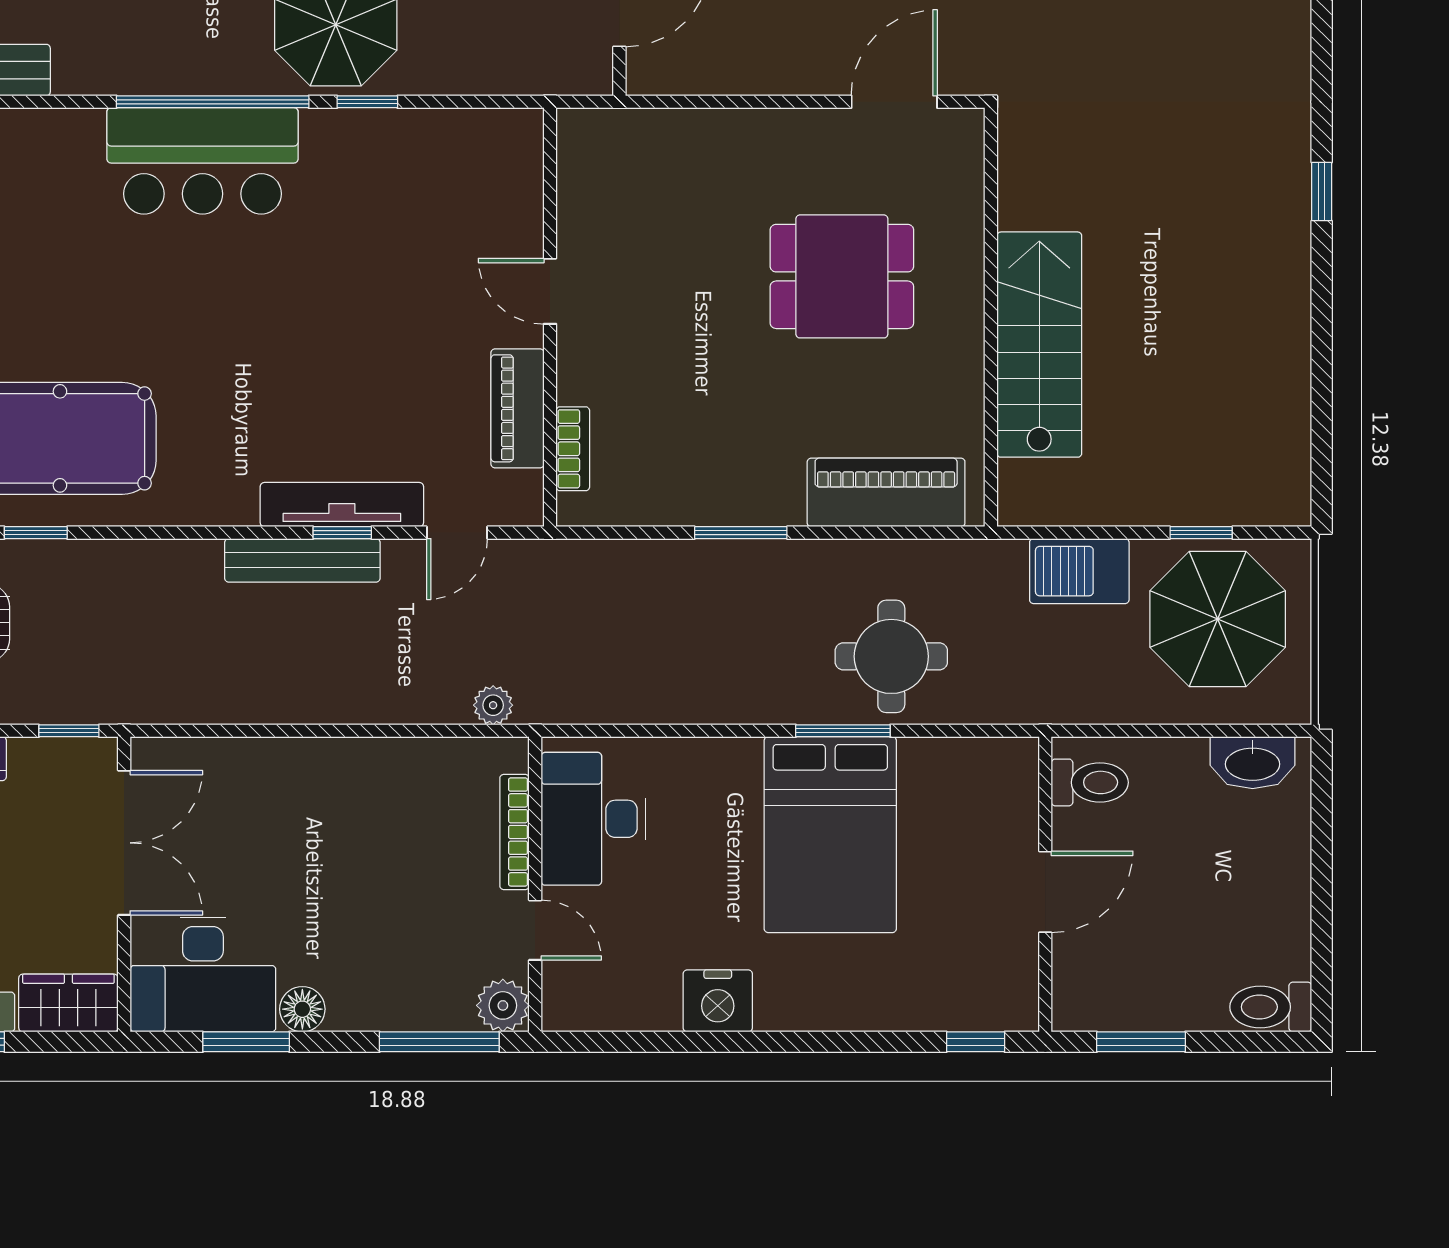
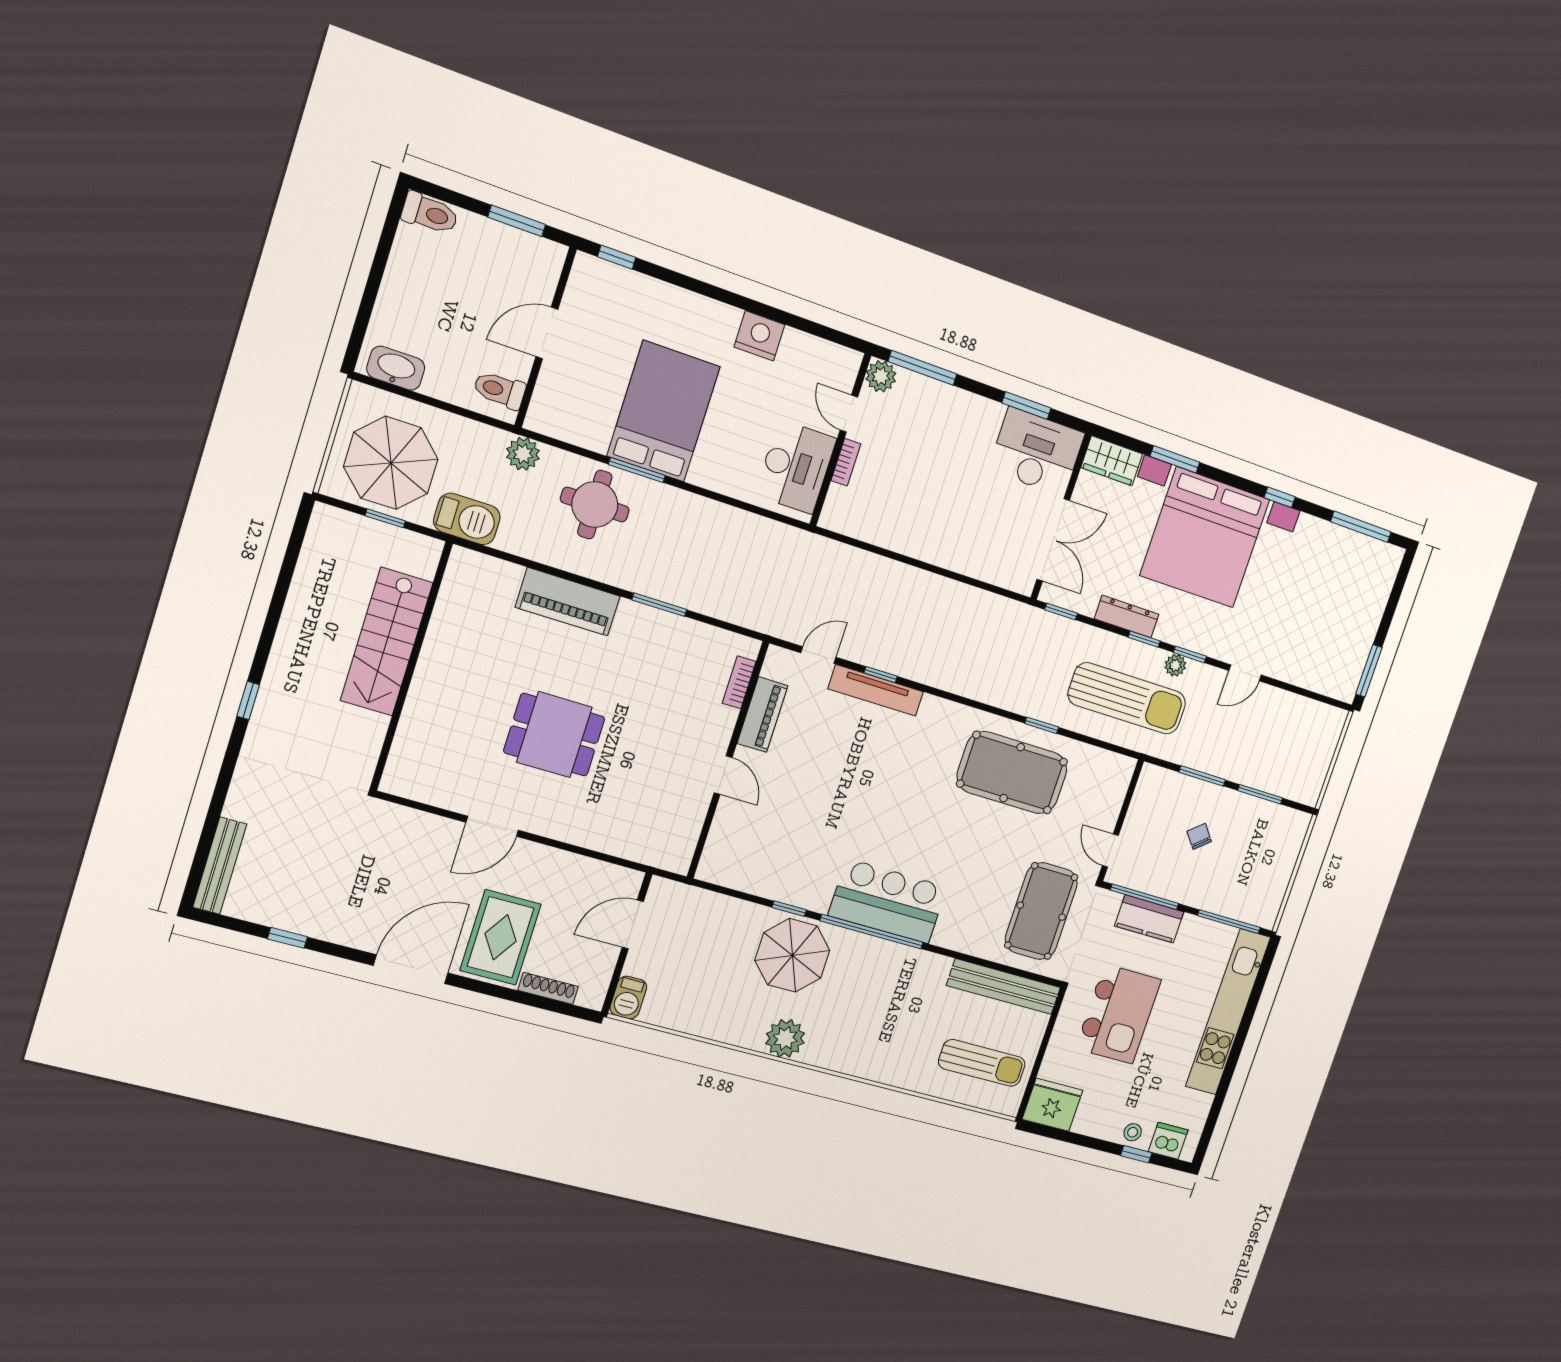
wall: (991, 317) -> (411, 667), moved
stairs: (1039, 345) -> (387, 642), moved
bench: (302, 560) -> (907, 666), removed
plant: (493, 705) -> (523, 454), moved, width x1.38, depth x1.38
bookcase: (515, 832) -> (846, 462), width x0.64
double door: (124, 843) -> (1053, 540), swing flipped
floor lamp: (302, 1009) -> (990, 413), removed

